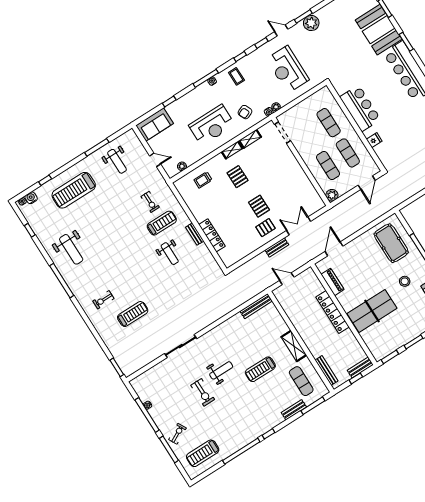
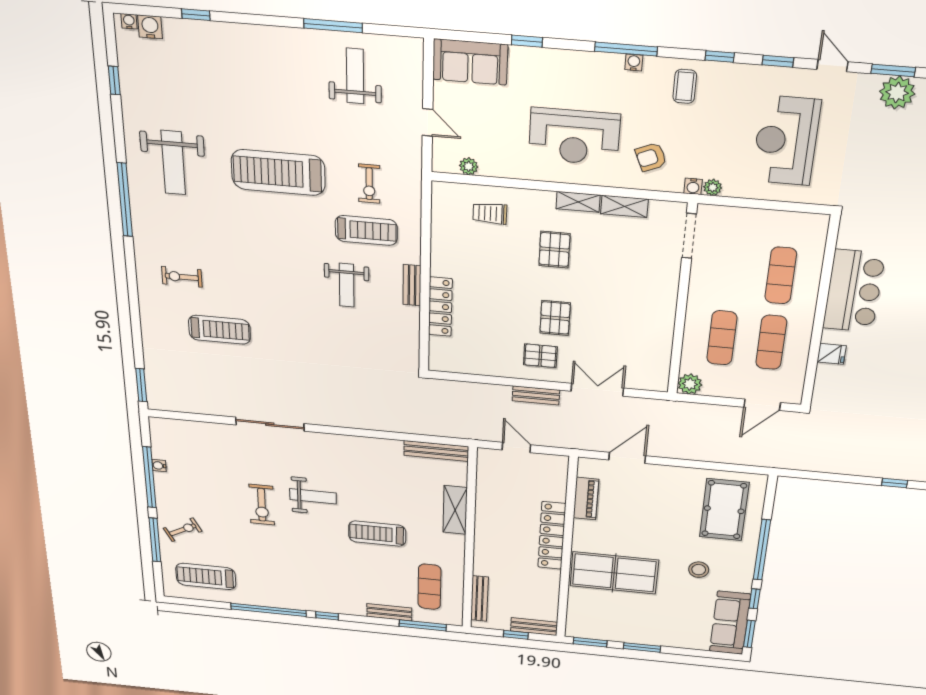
weight bench: (117, 161) -> (355, 76), turned 180
treadmill: (74, 190) -> (278, 172), moved
shelving: (294, 346) -> (455, 510), moved

